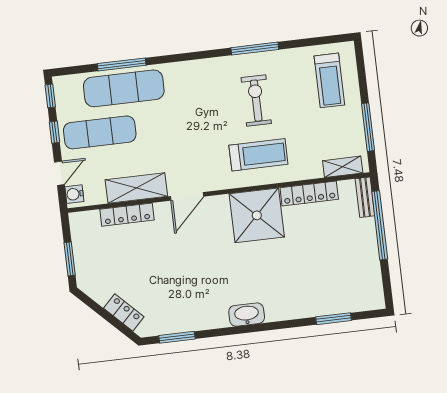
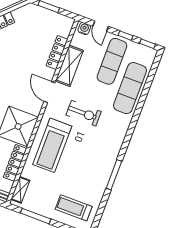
window: (122, 64) -> (144, 94), removed
exercise bike: (256, 101) -> (84, 113), moved
treadmill: (258, 155) -> (52, 145), width x1.37, depth x1.38

